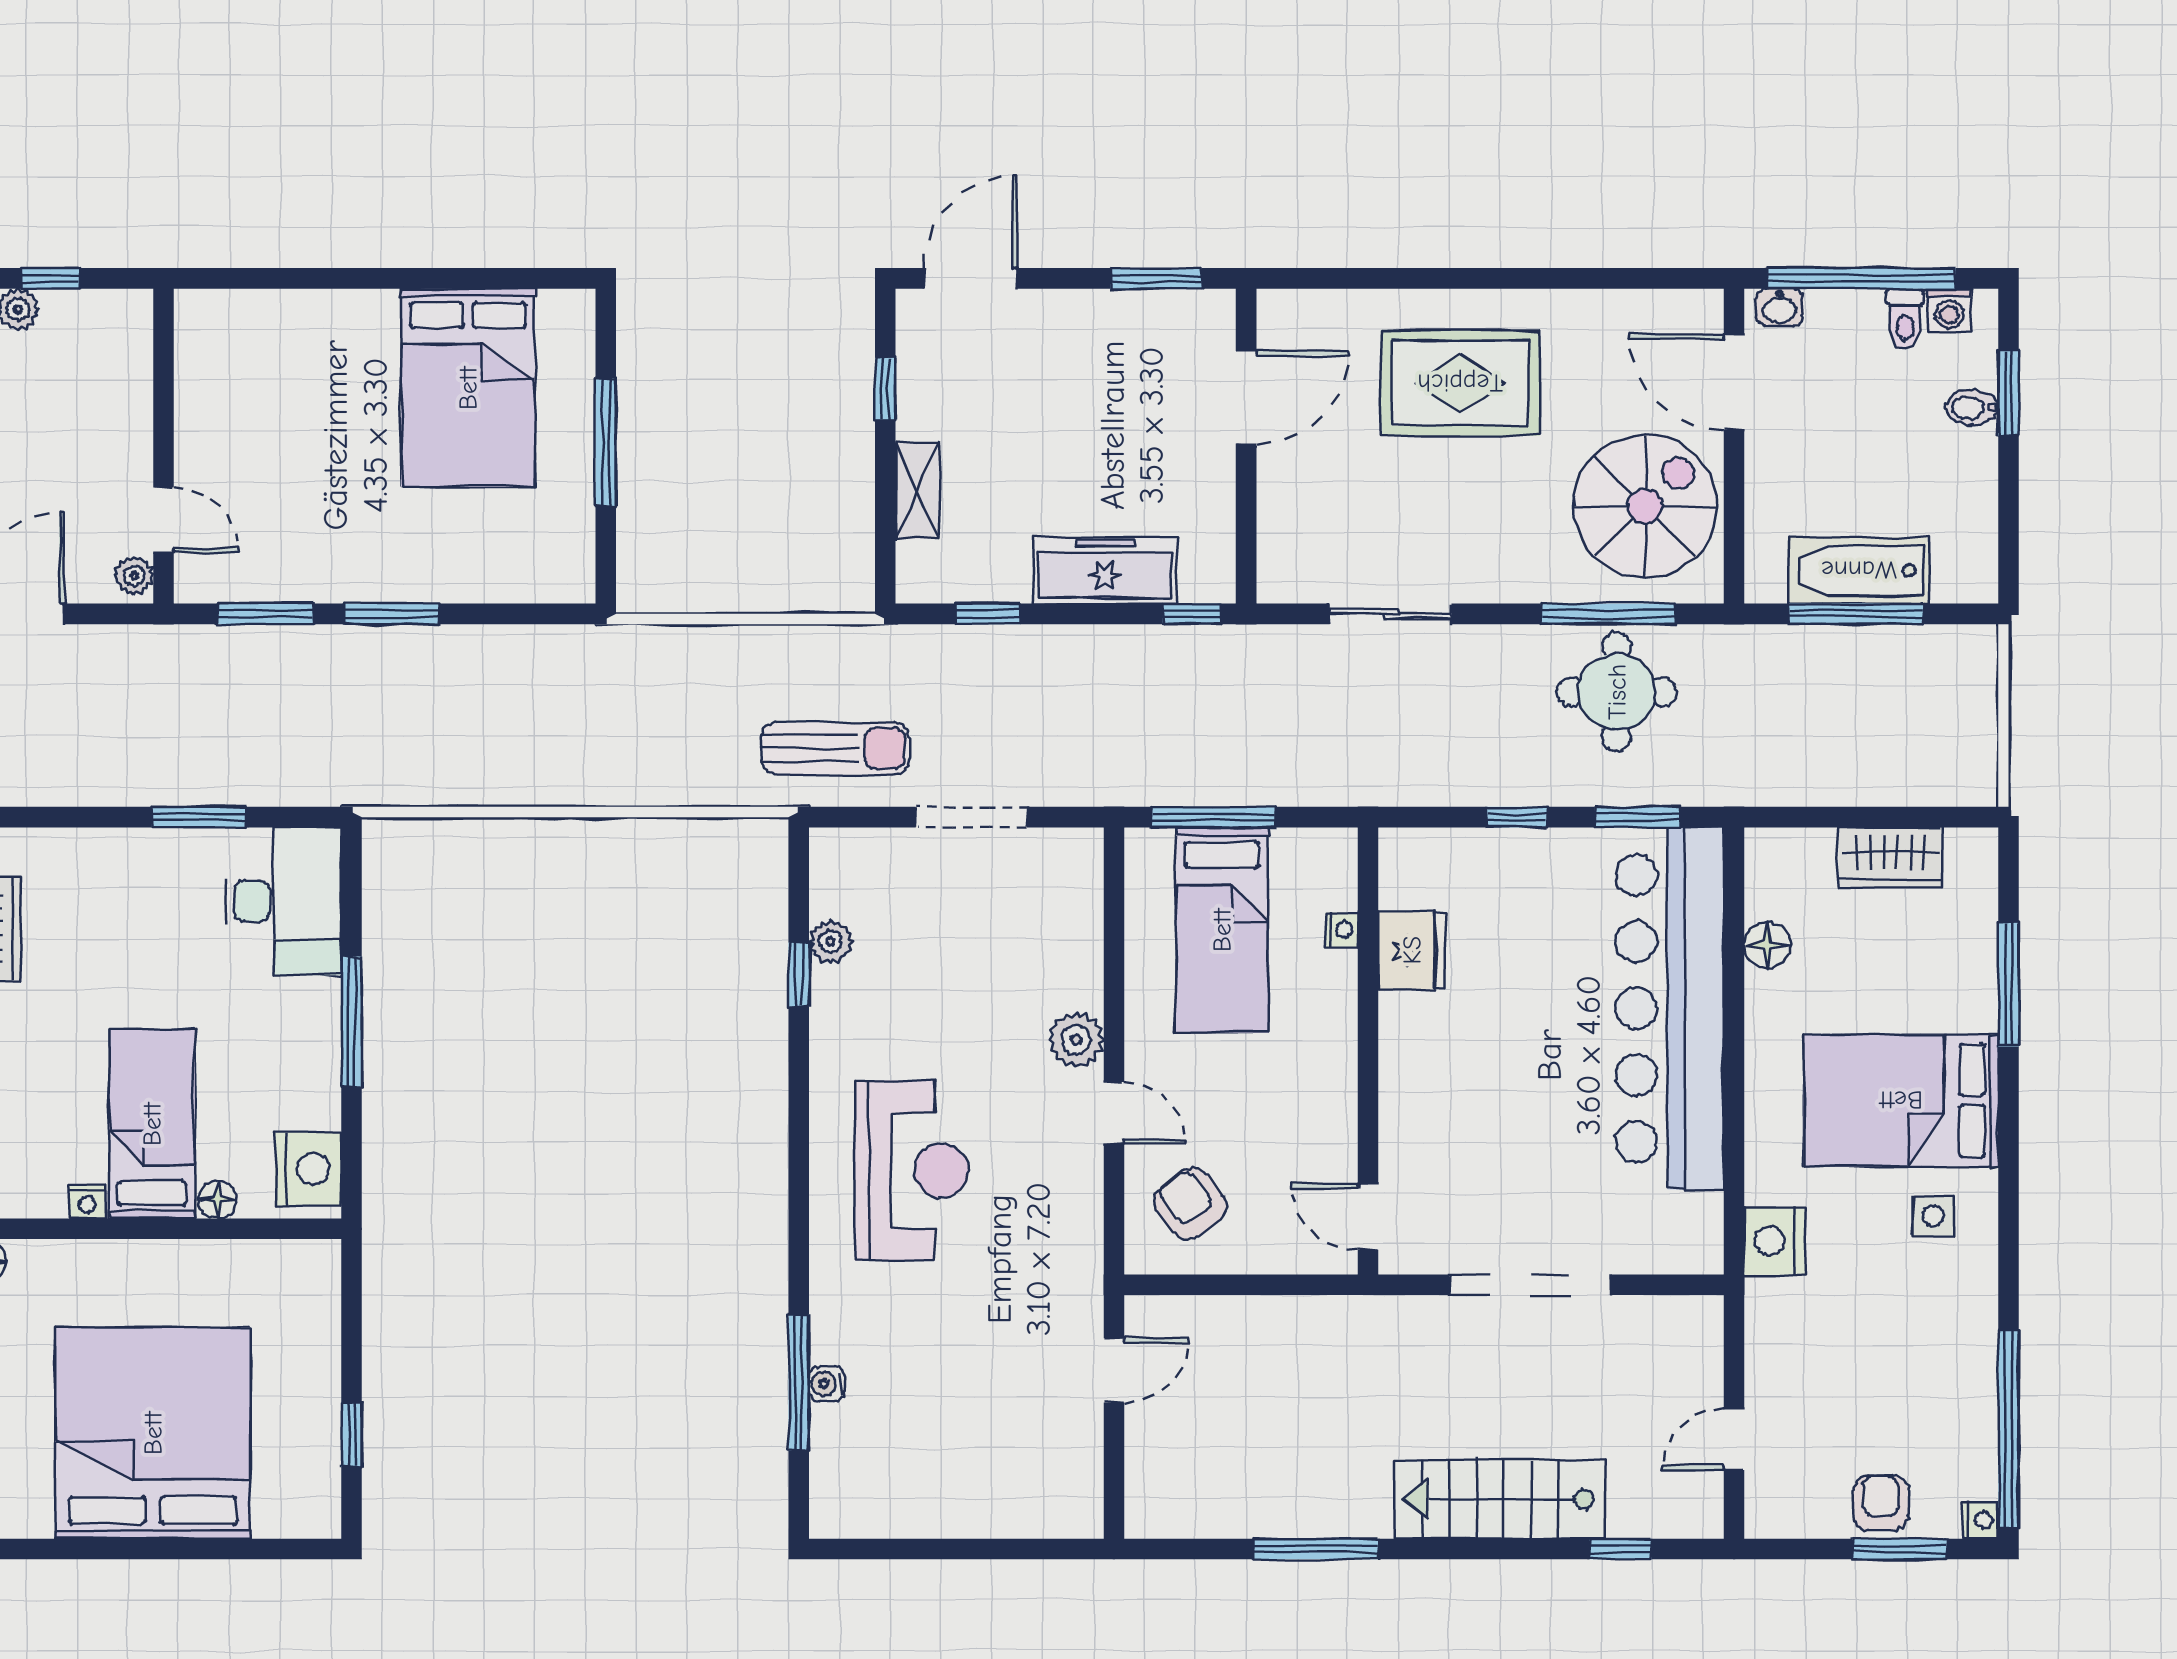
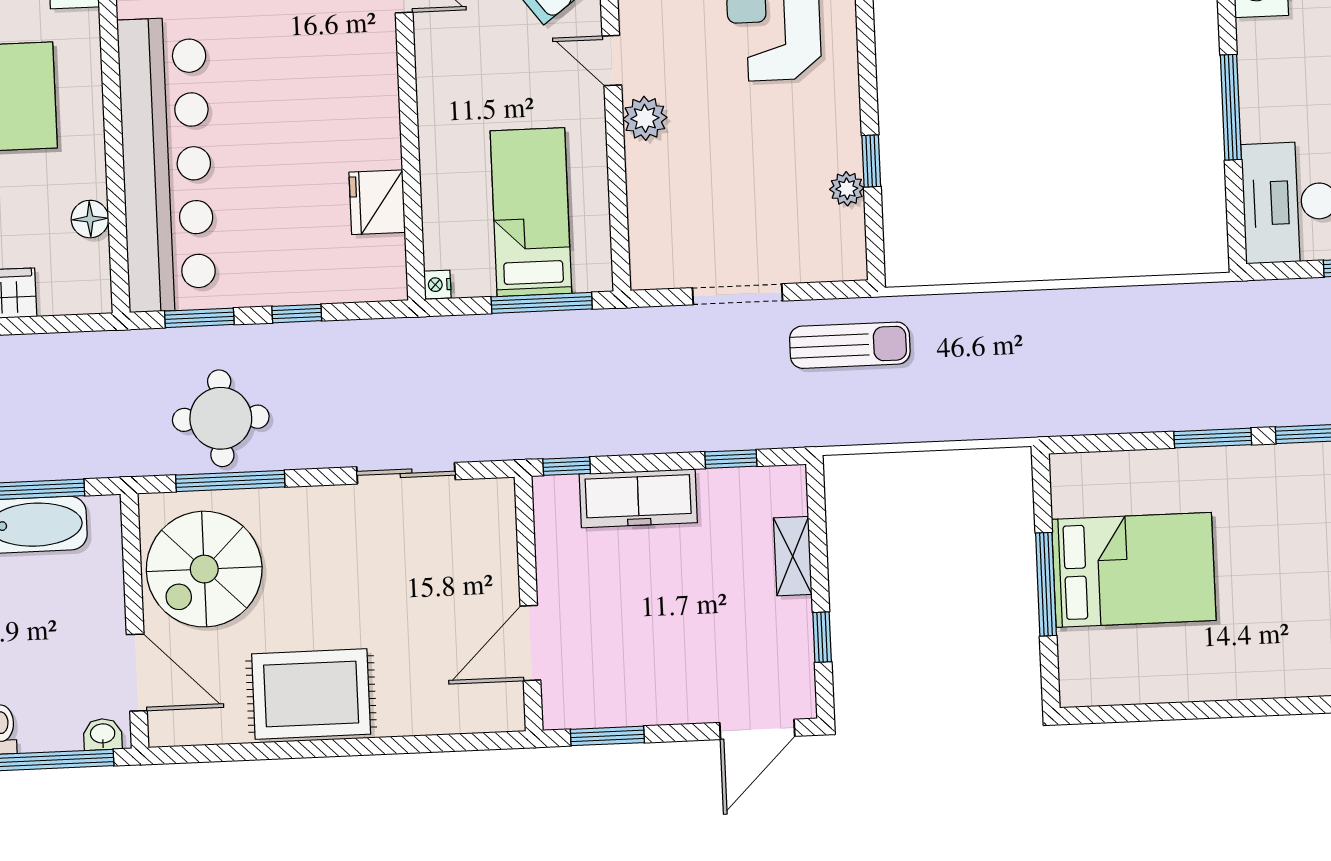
rug: (1460, 383) -> (311, 694), moved
bed: (468, 388) -> (1134, 570), moved, turned 90
sun lounger: (835, 748) -> (850, 345), turned 180
nightstand: (1342, 930) -> (437, 285), moved

